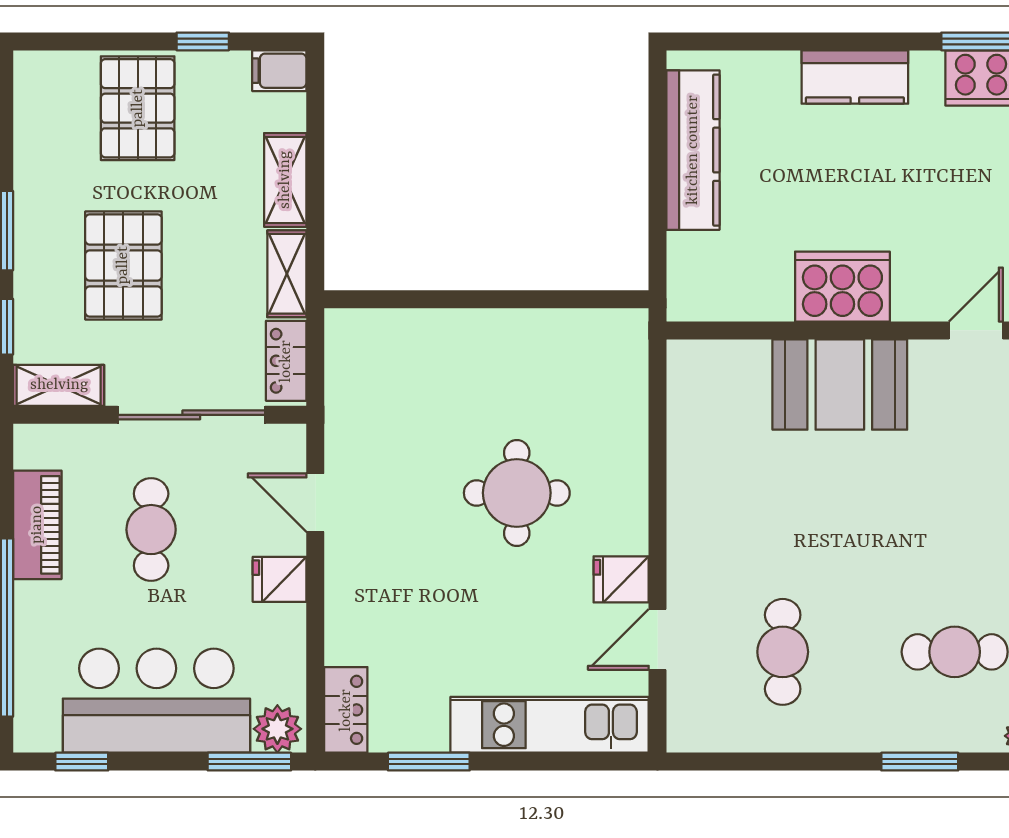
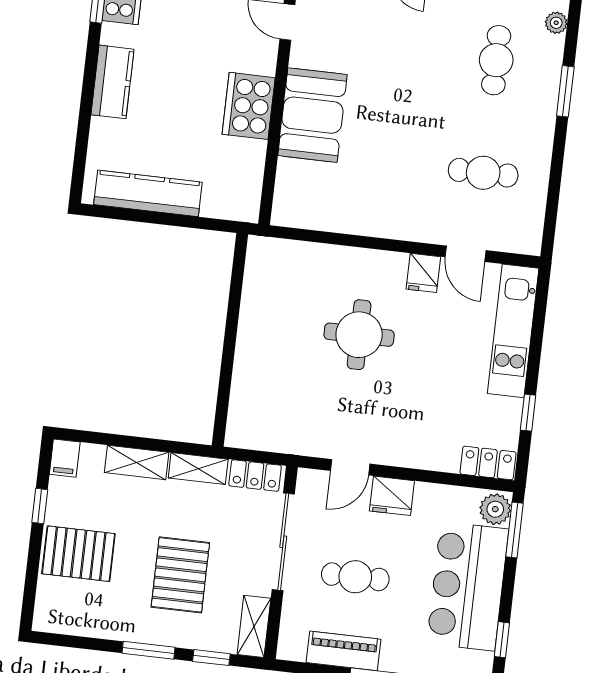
pallet: (123, 265) -> (180, 575), turned 90
fridge: (280, 579) -> (392, 496), width x1.38
window: (429, 762) -> (528, 413), width x0.67

